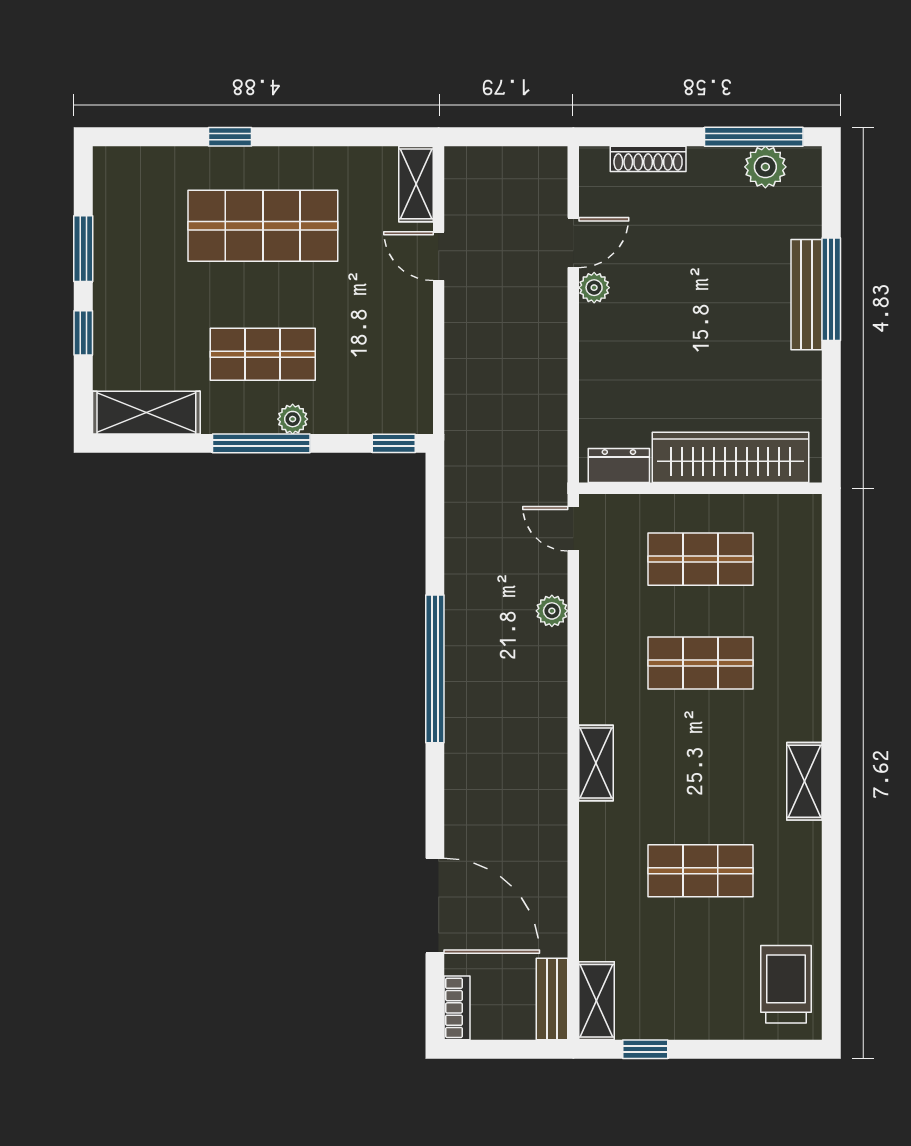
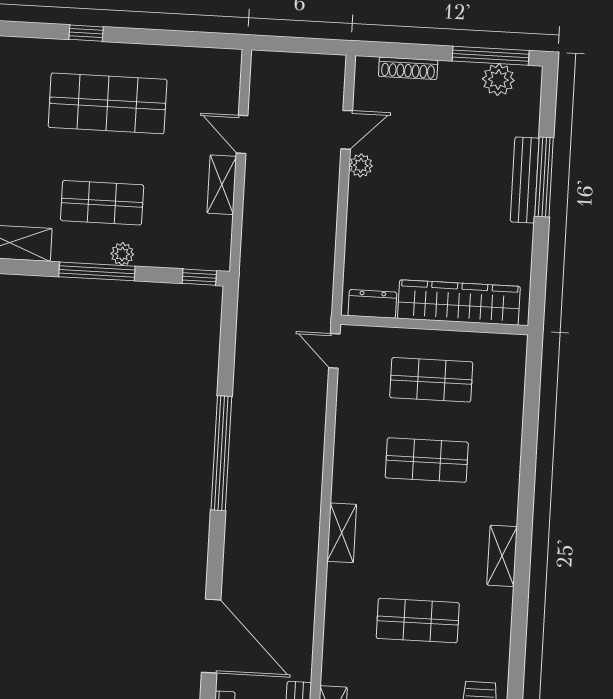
shelving: (416, 184) -> (222, 185), moved
plant: (552, 611) -> (314, 413), removed

